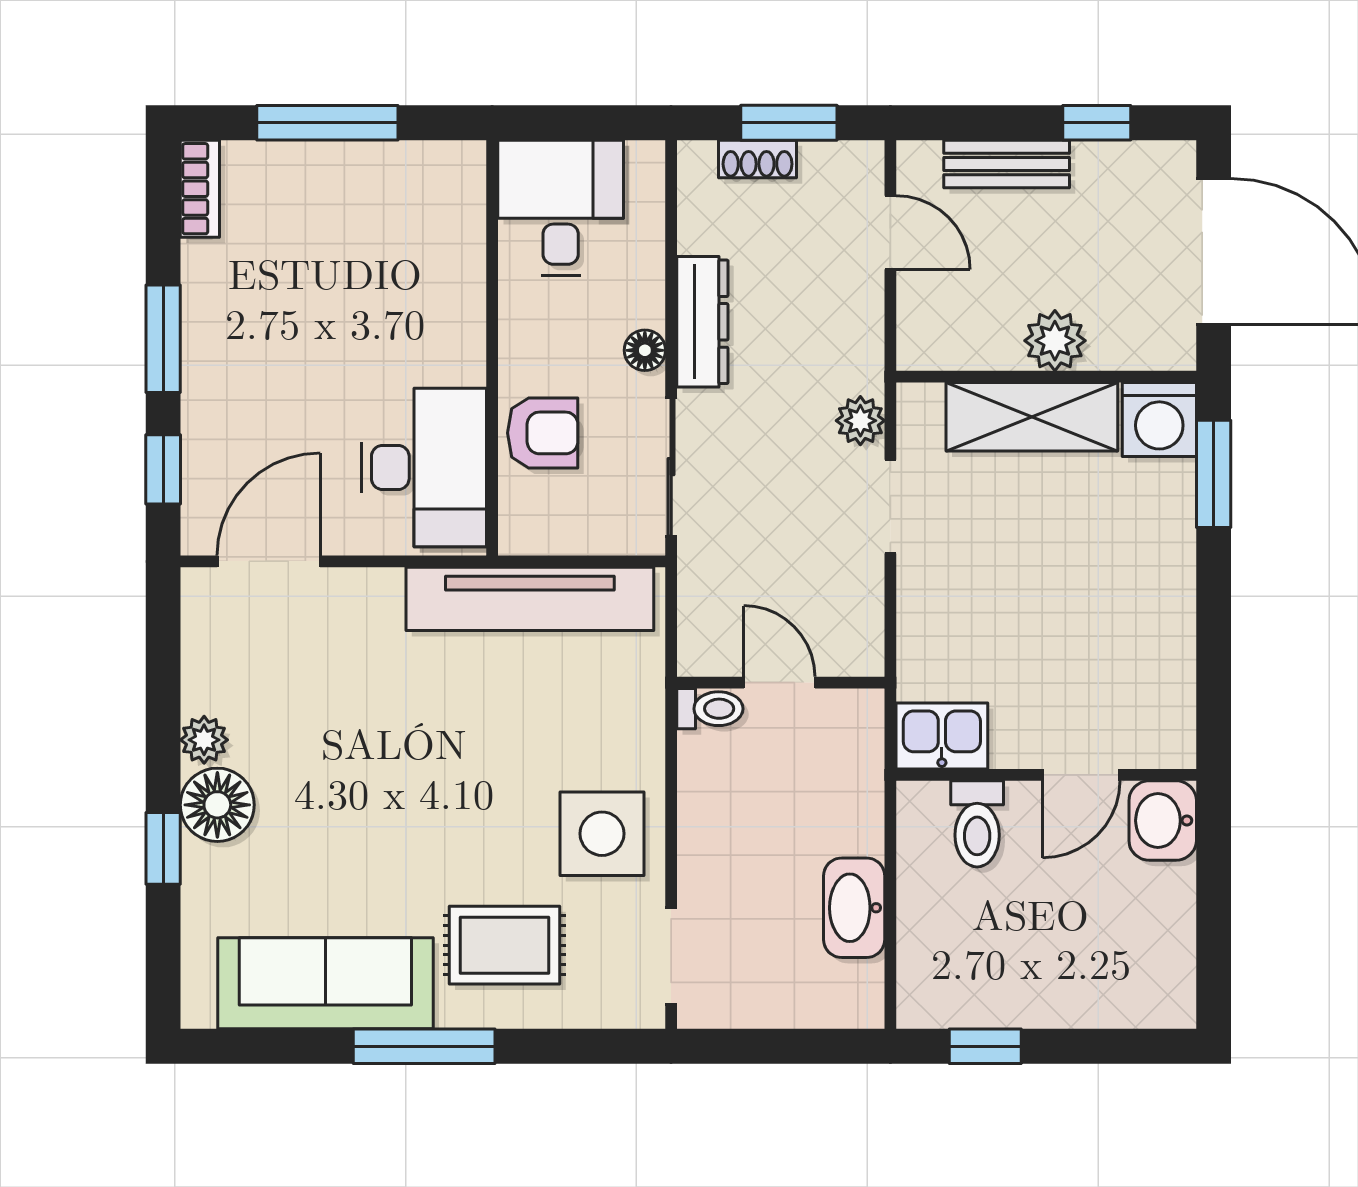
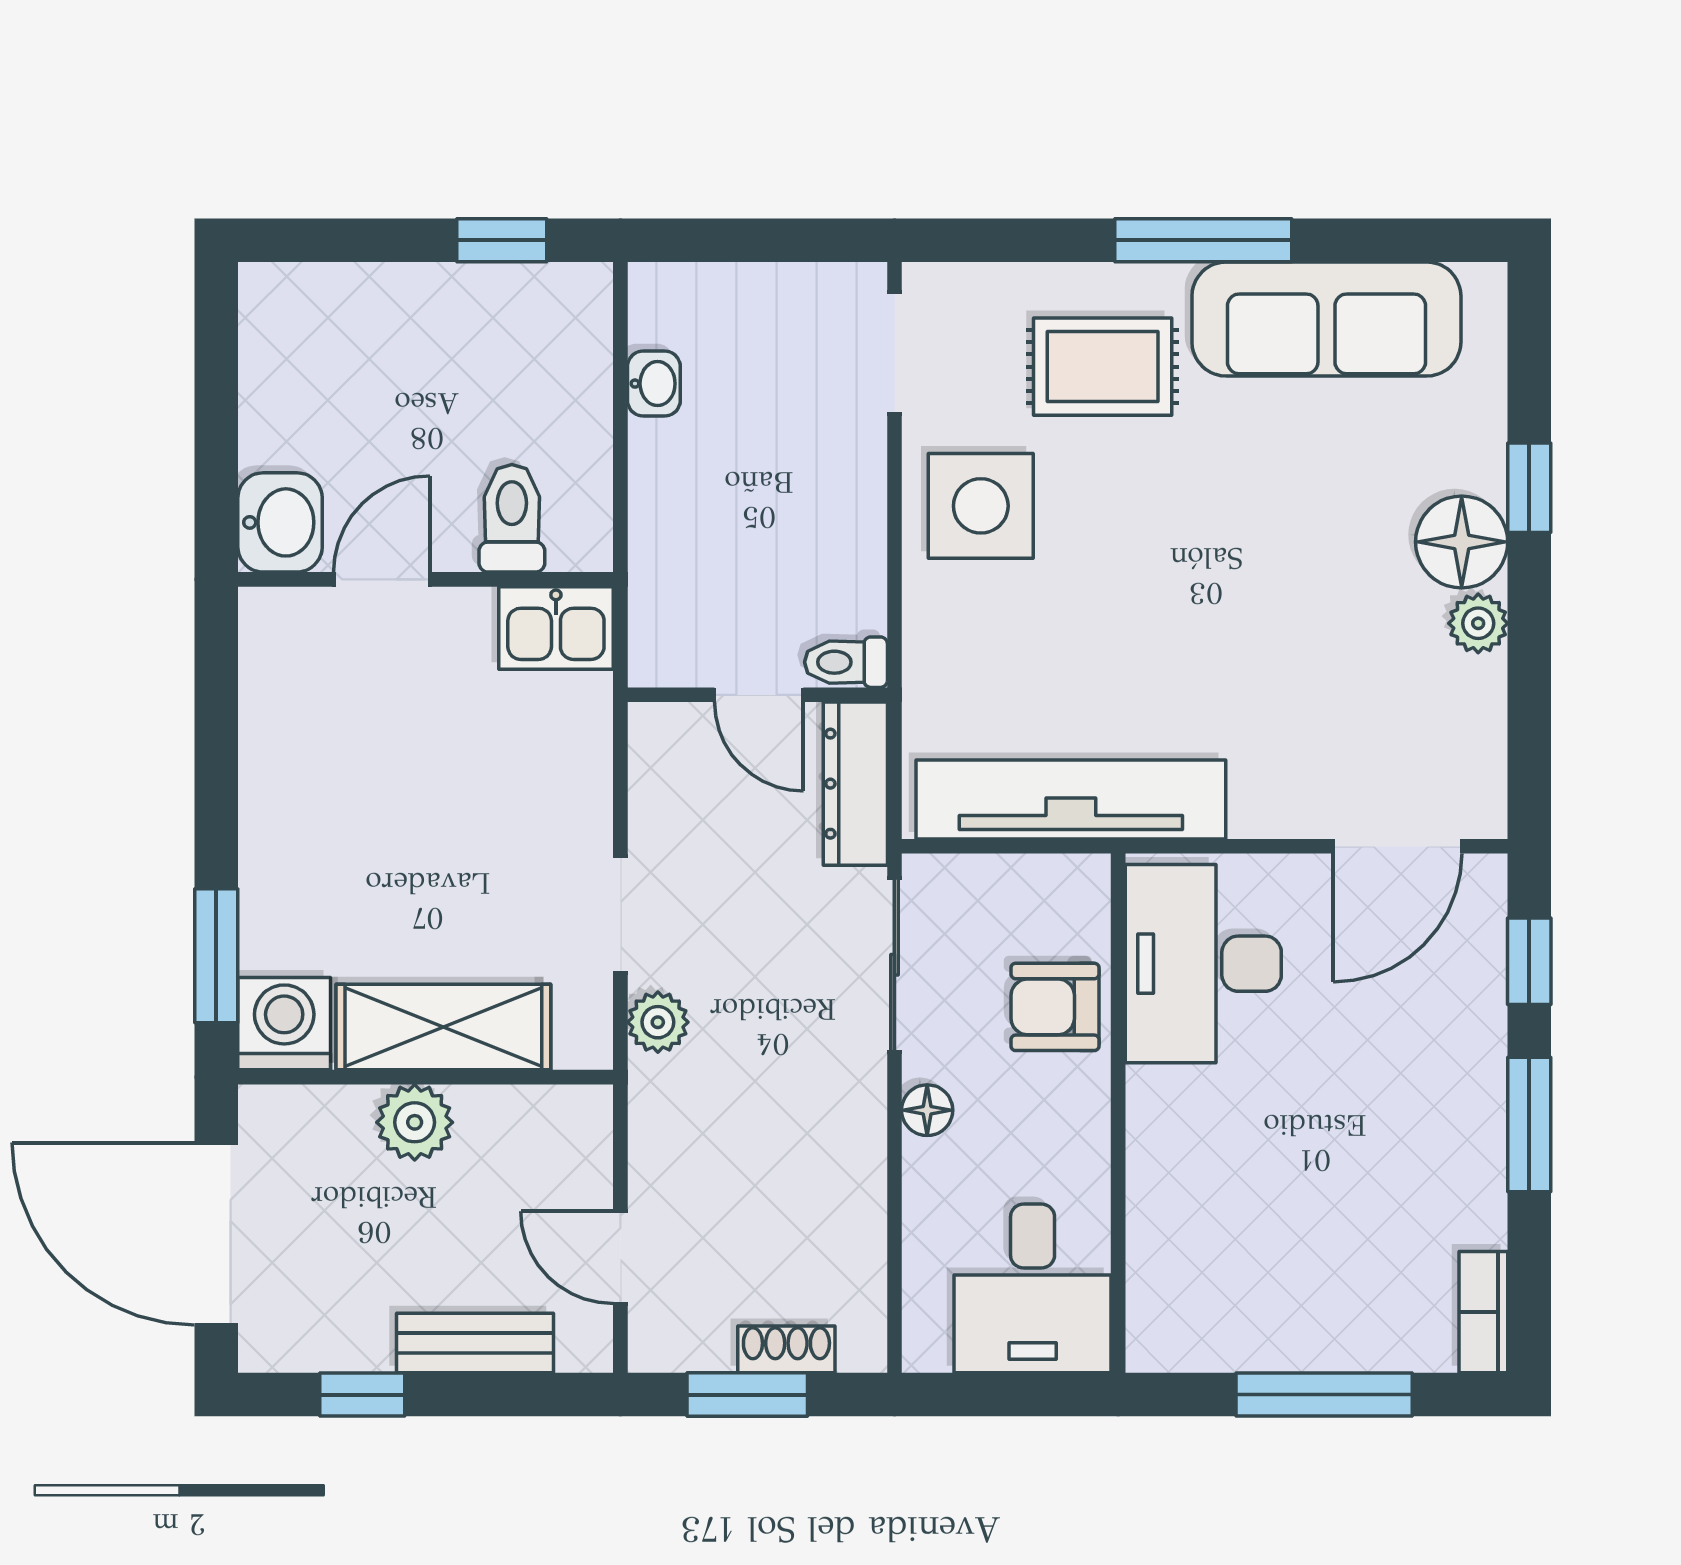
dresser: (702, 322) -> (855, 784), moved
washbasin: (854, 908) -> (654, 384), width x0.52, depth x0.69

